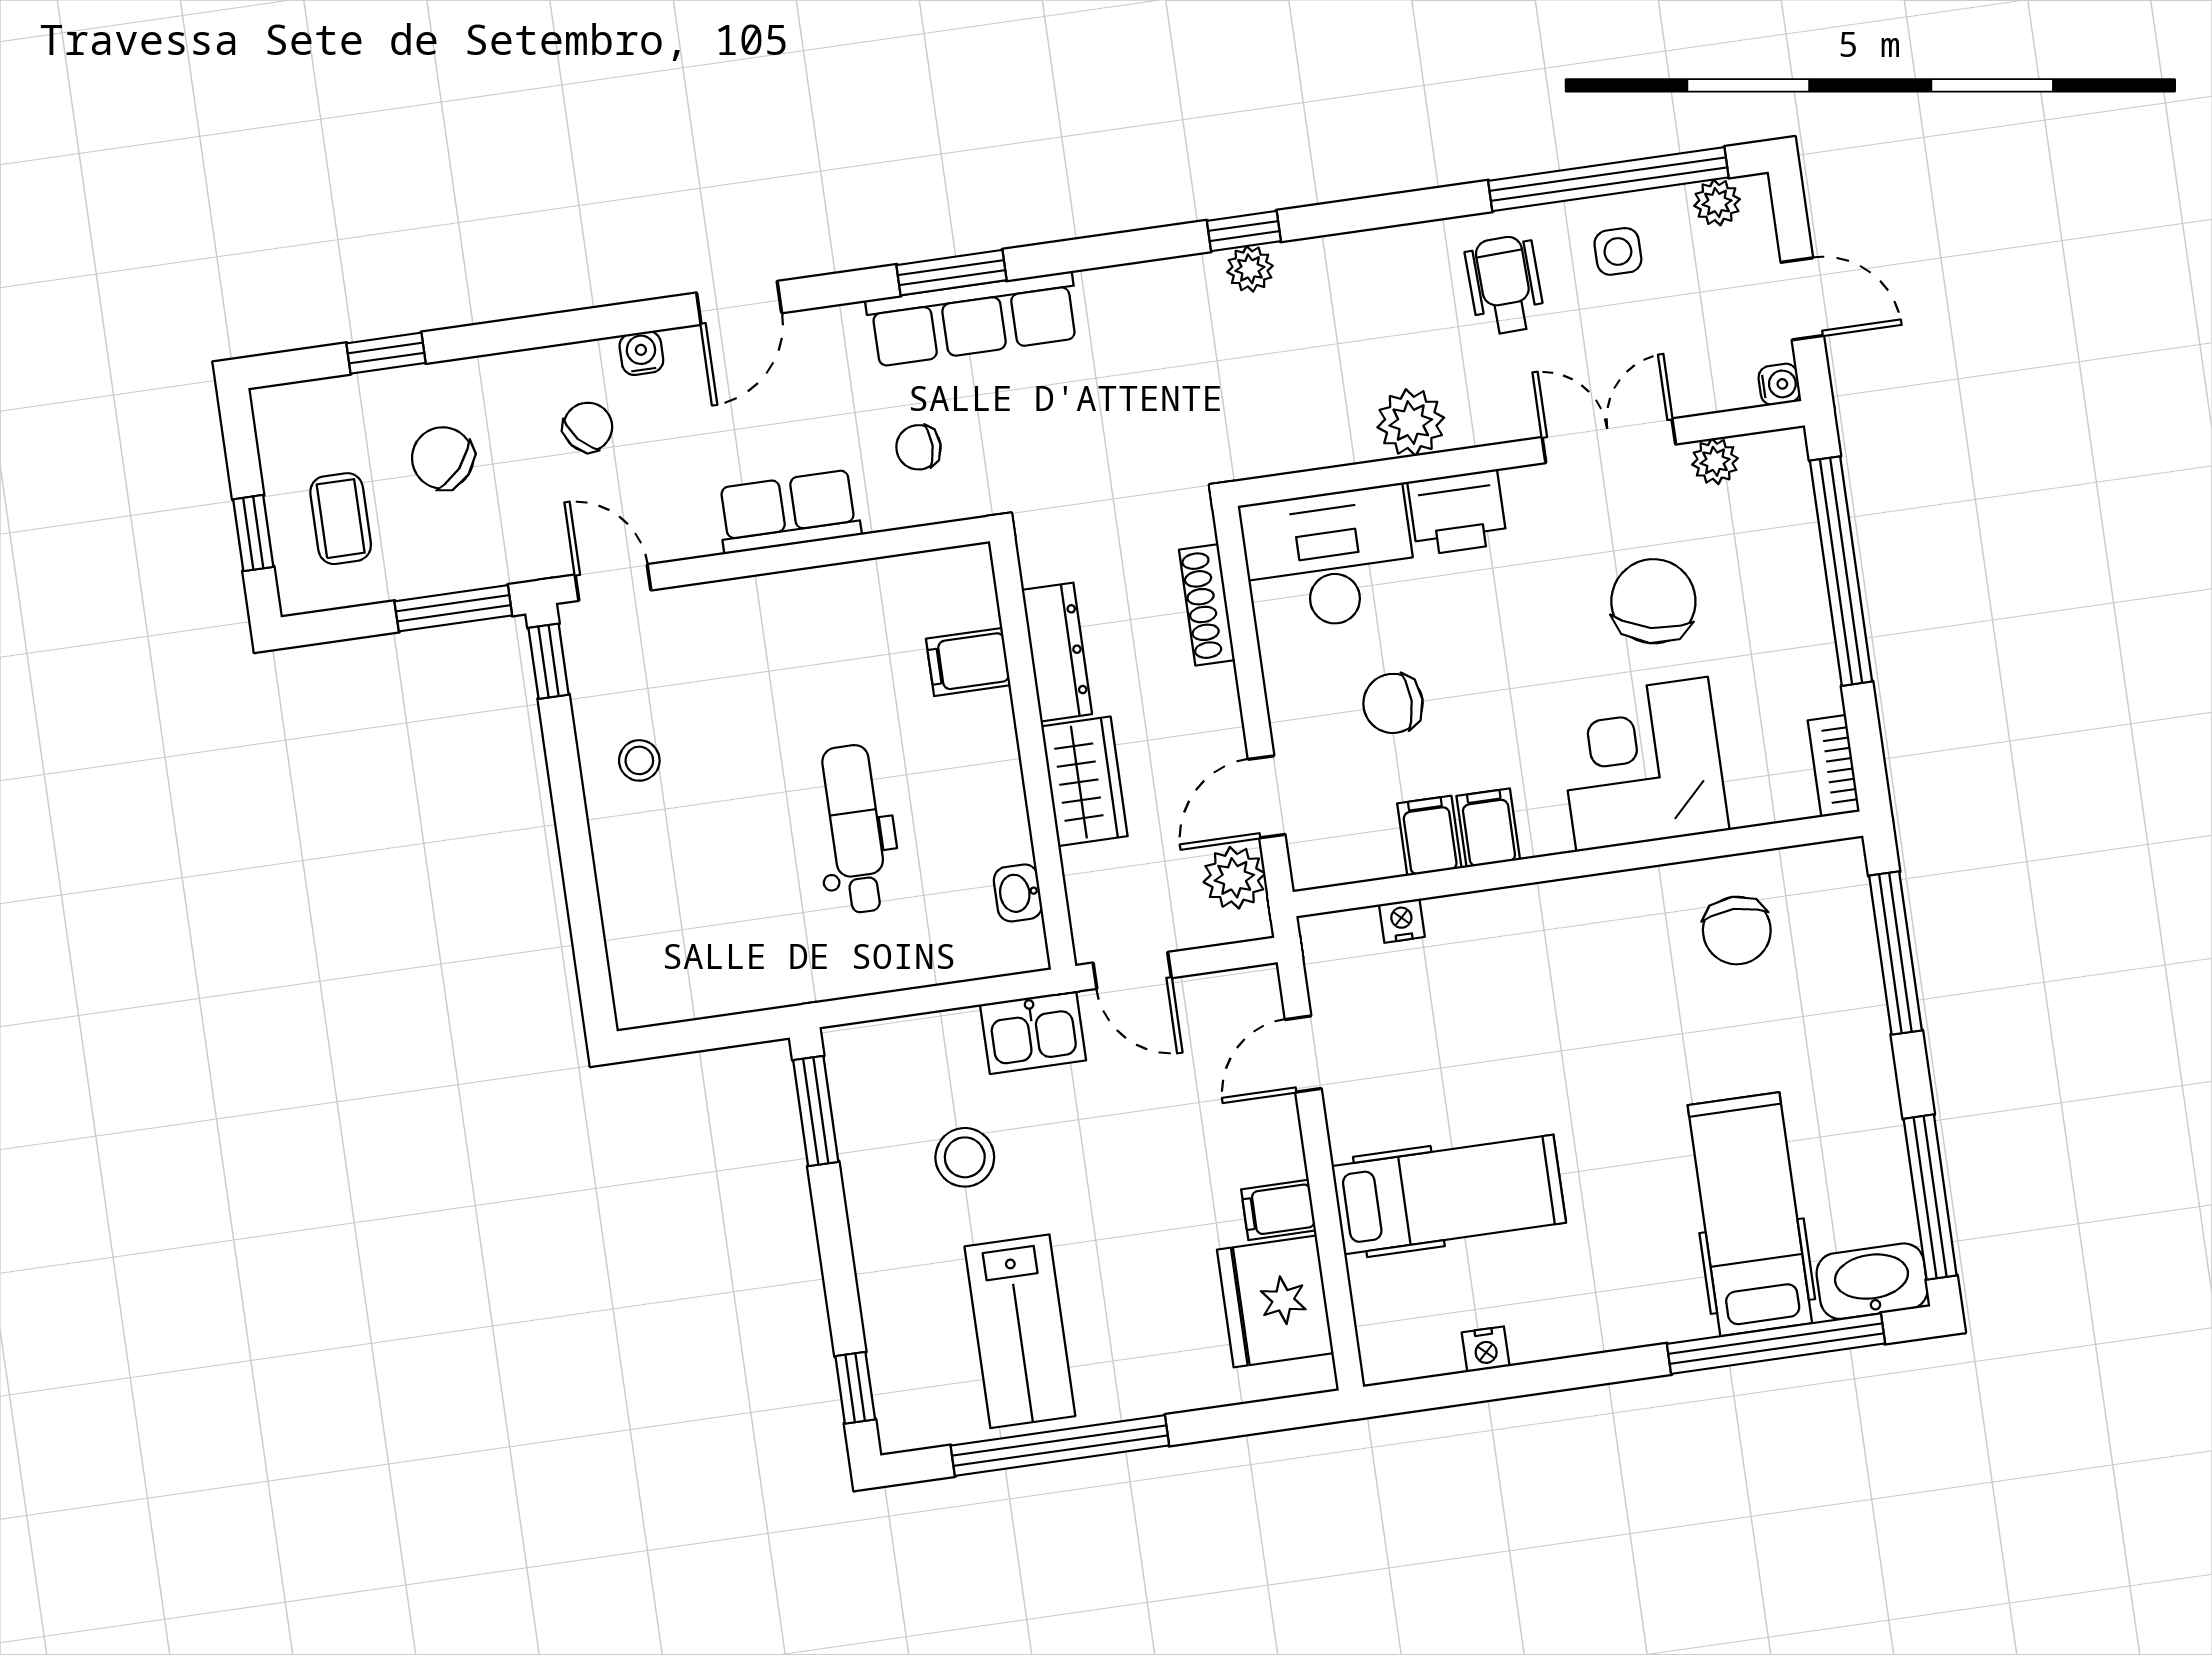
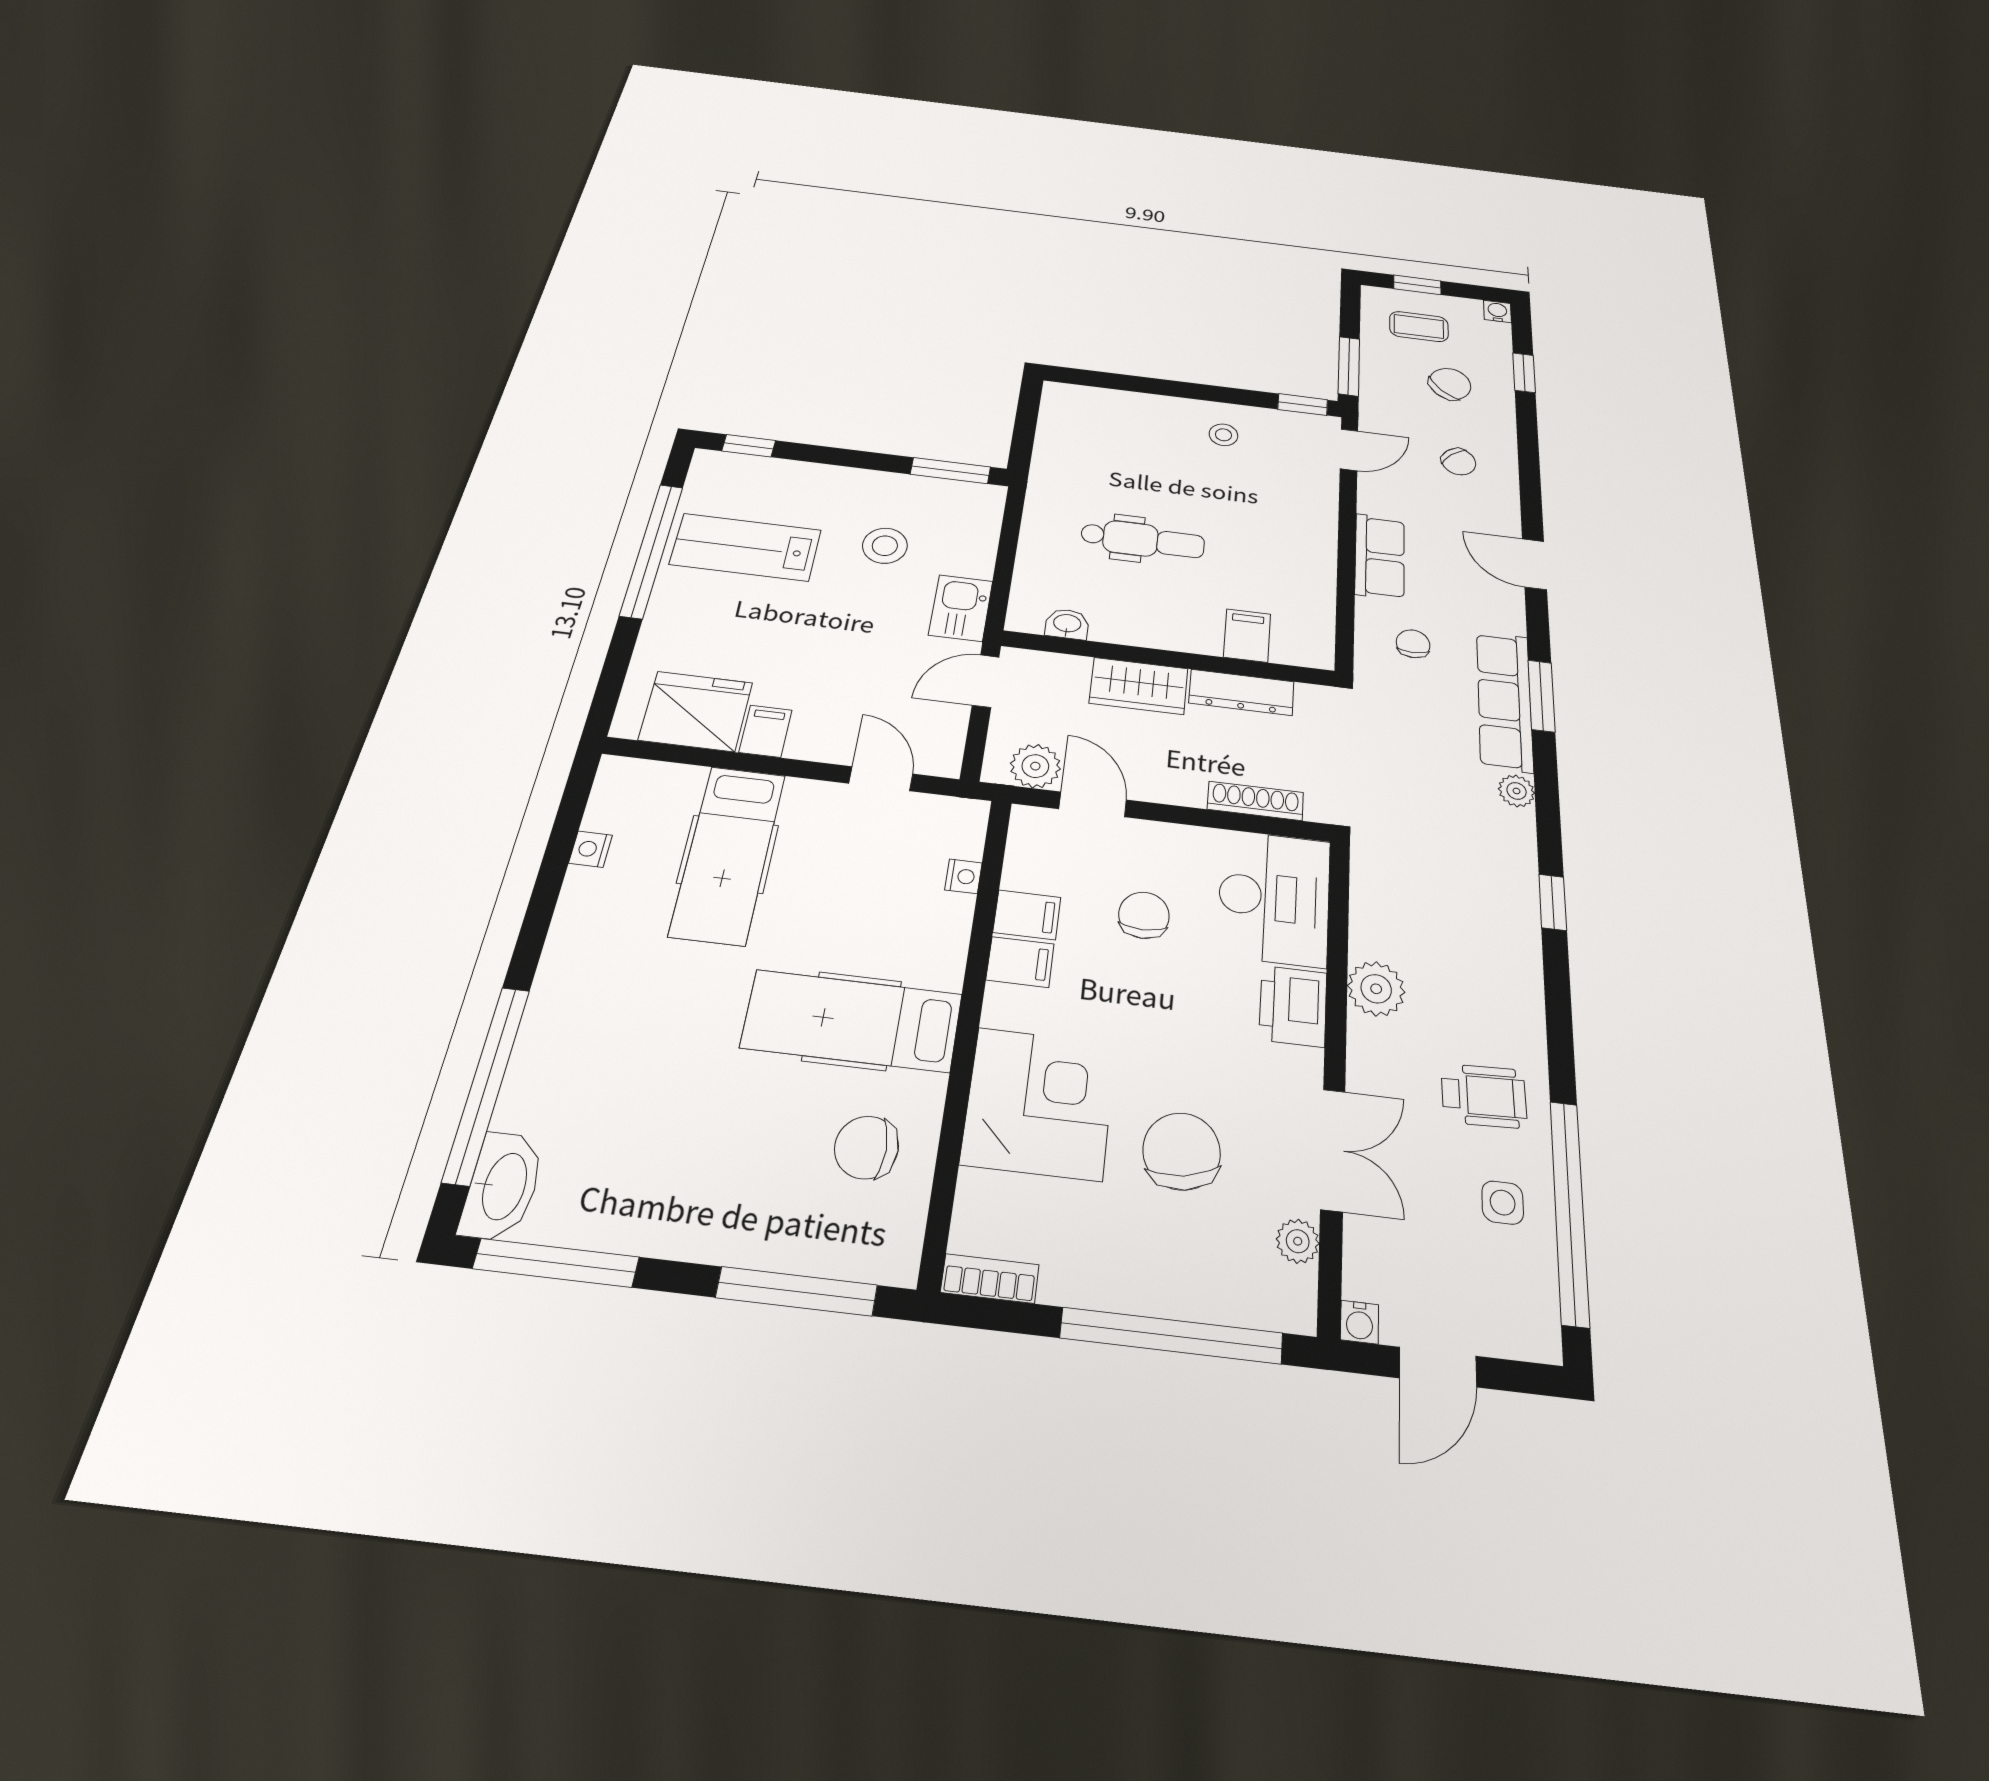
plant: (1717, 203) -> (1538, 1307), removed
plant: (1250, 269) -> (1517, 791), moved
water cooler: (641, 353) -> (1497, 311), moved, turned -90
chair: (1653, 601) -> (1182, 1151), turned -112
hospital bed: (1750, 1214) -> (852, 1021), moved, turned 180

